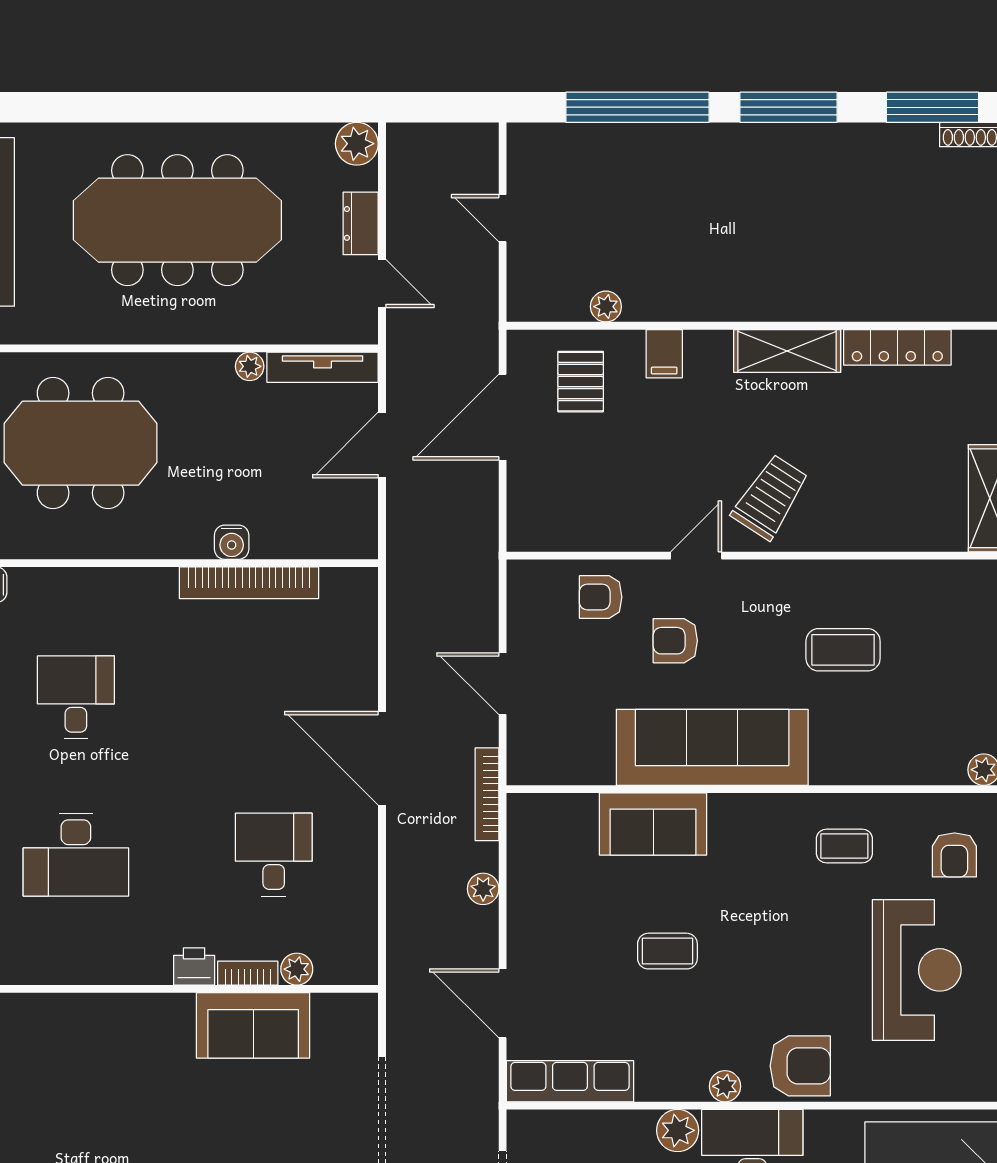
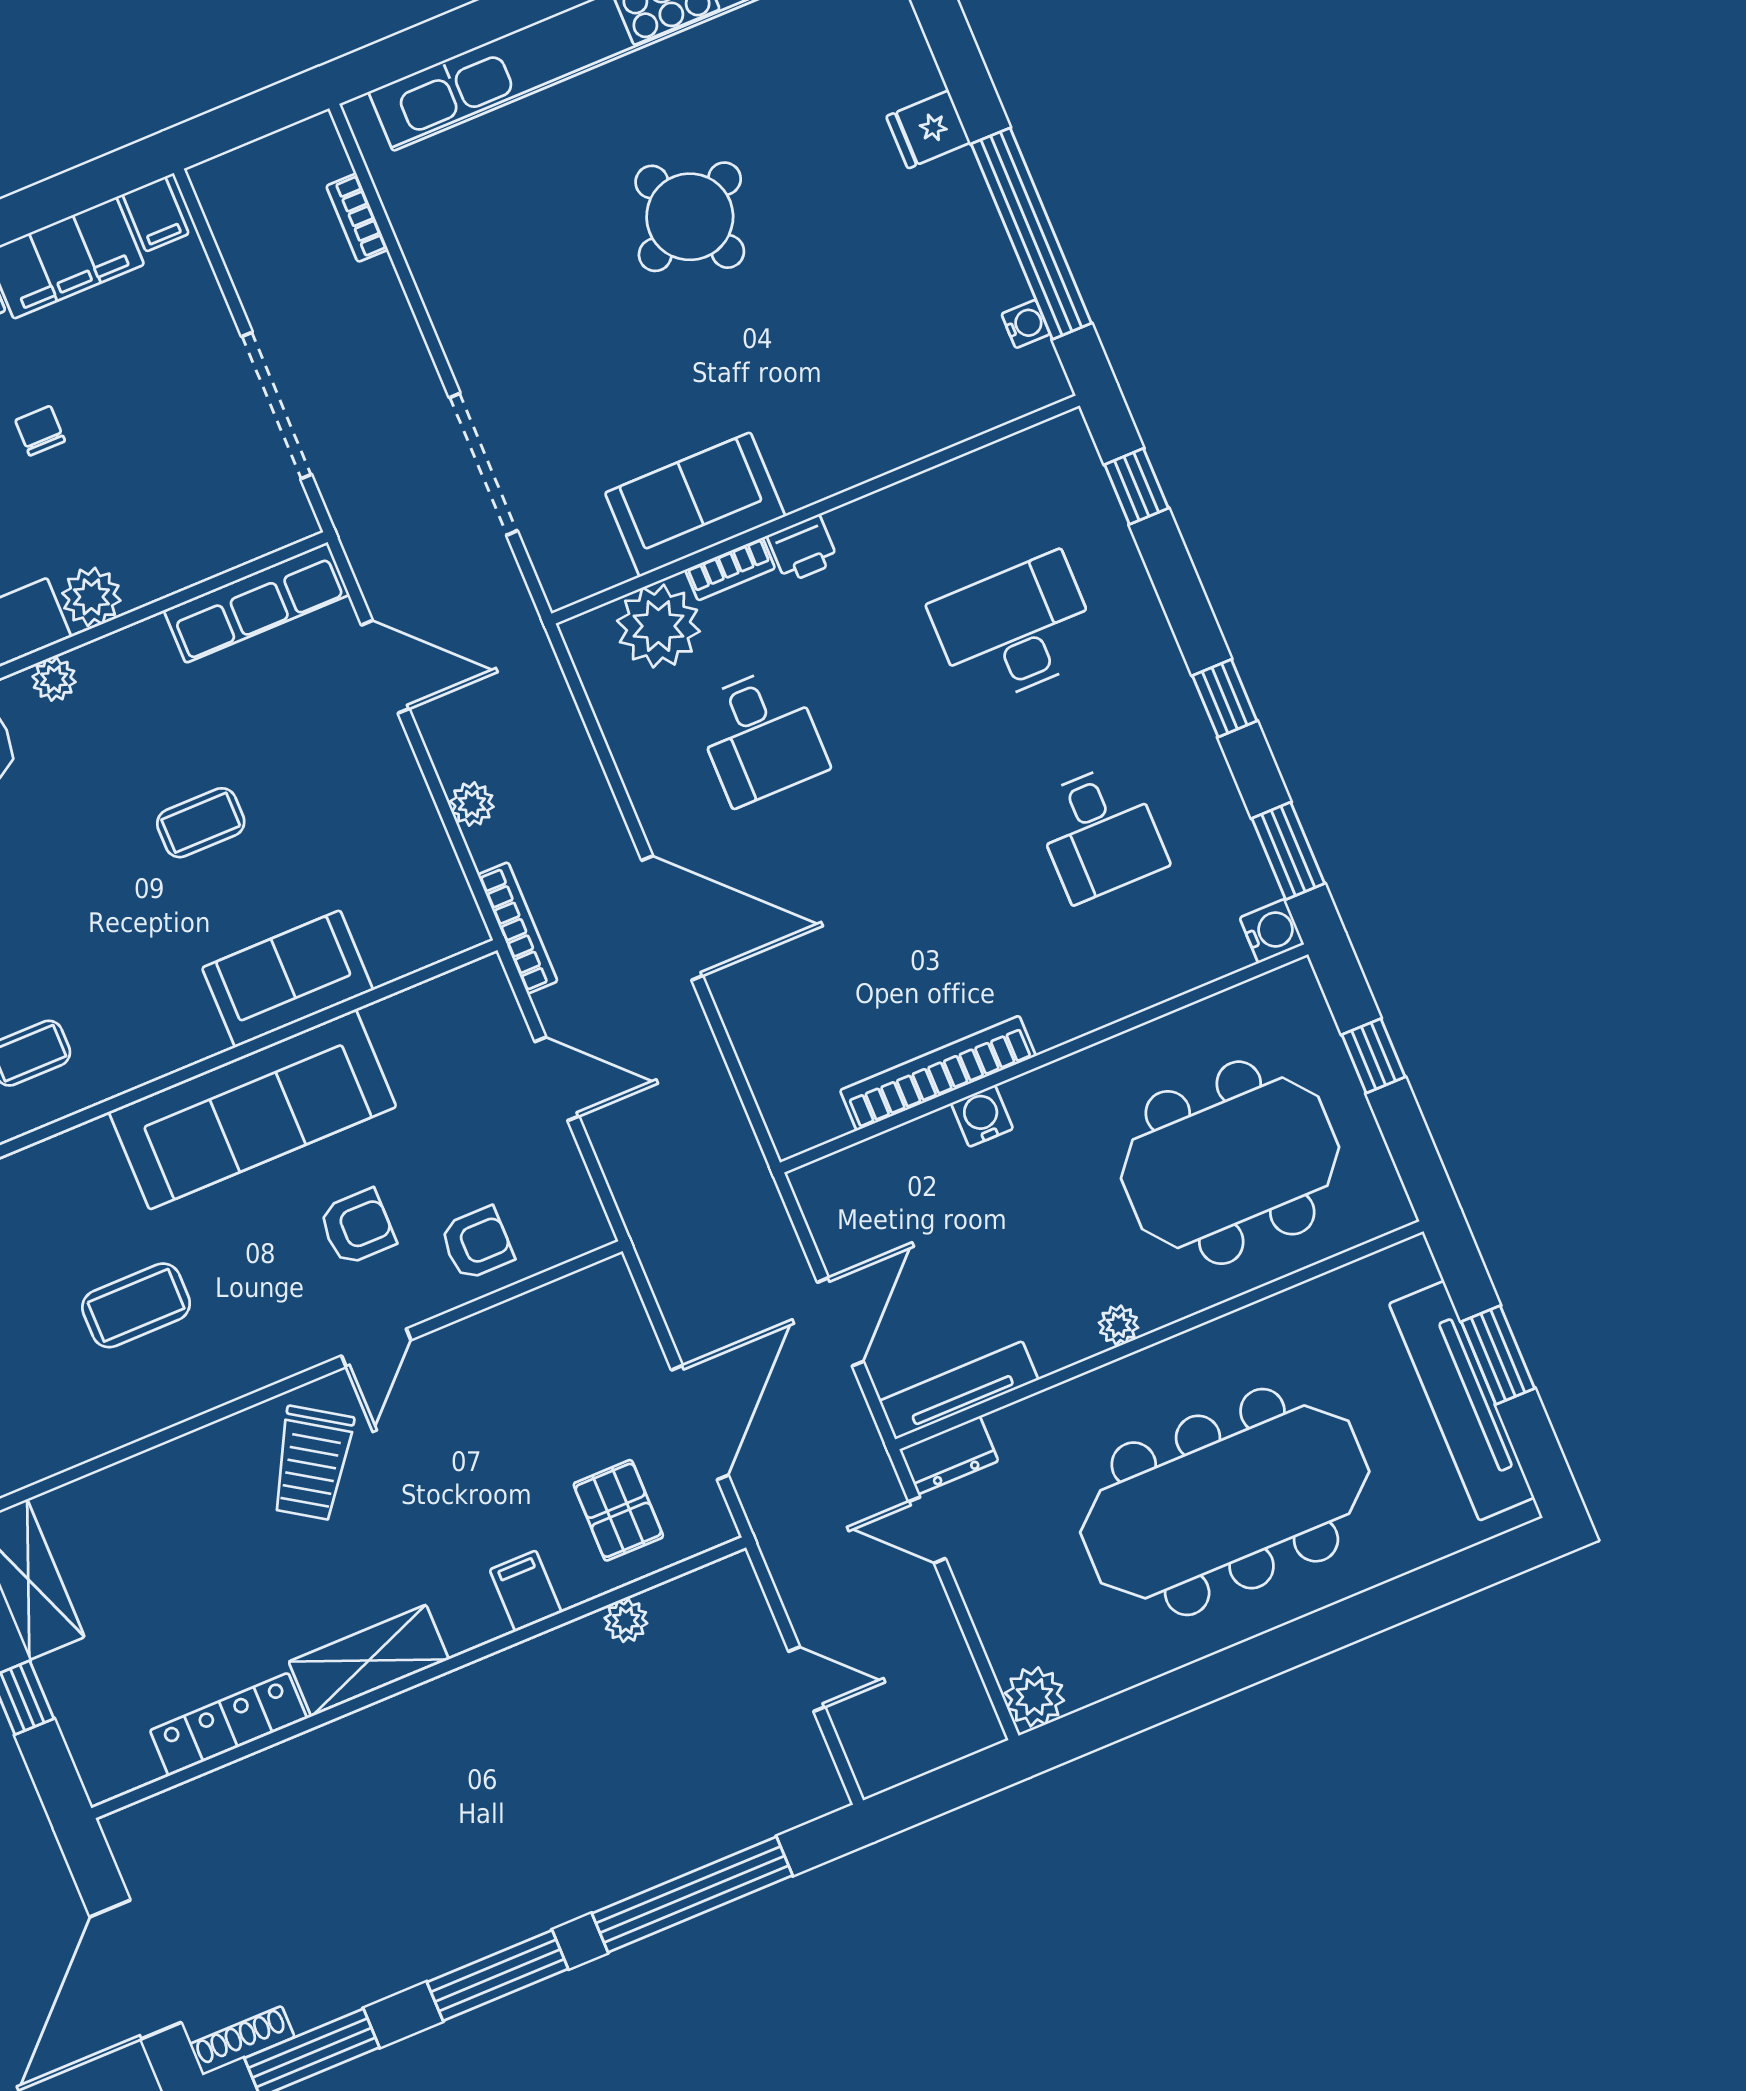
dresser: (361, 223) -> (949, 1455), moved, turned 90
plant: (250, 366) -> (1119, 1325), moved
plant: (297, 969) -> (658, 626), width x1.88, depth x1.88

